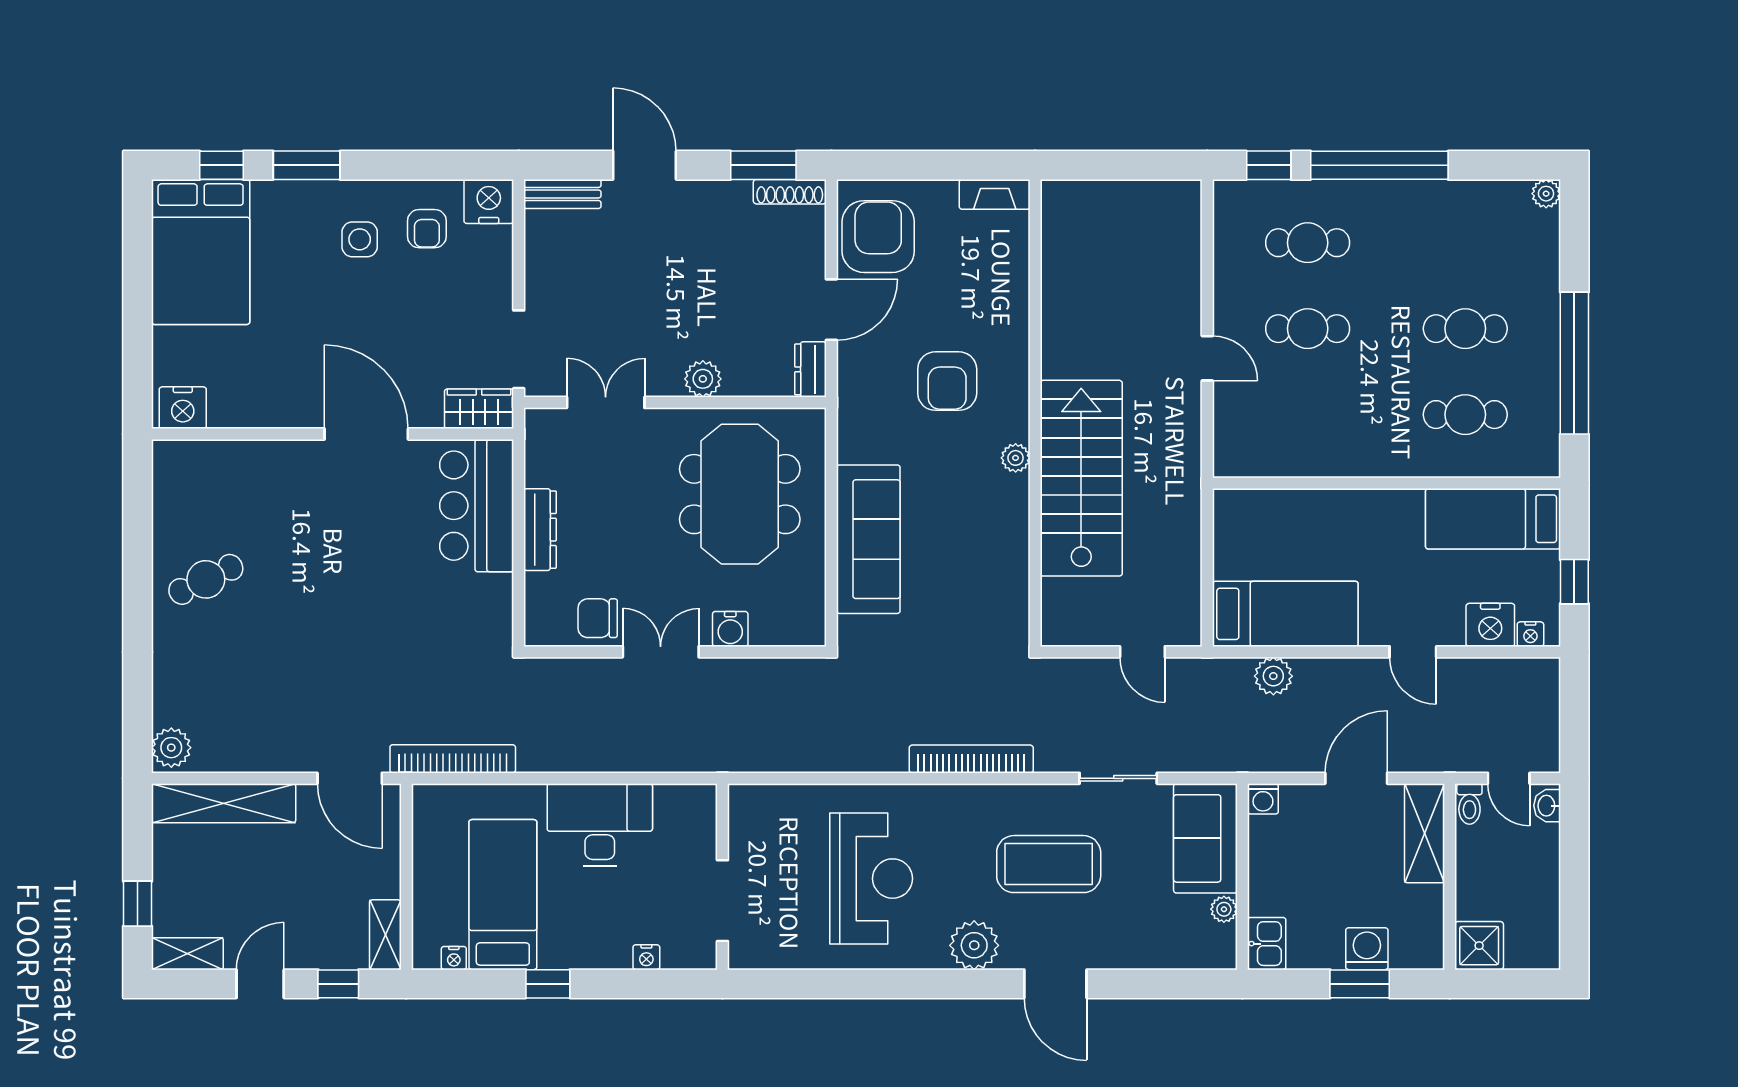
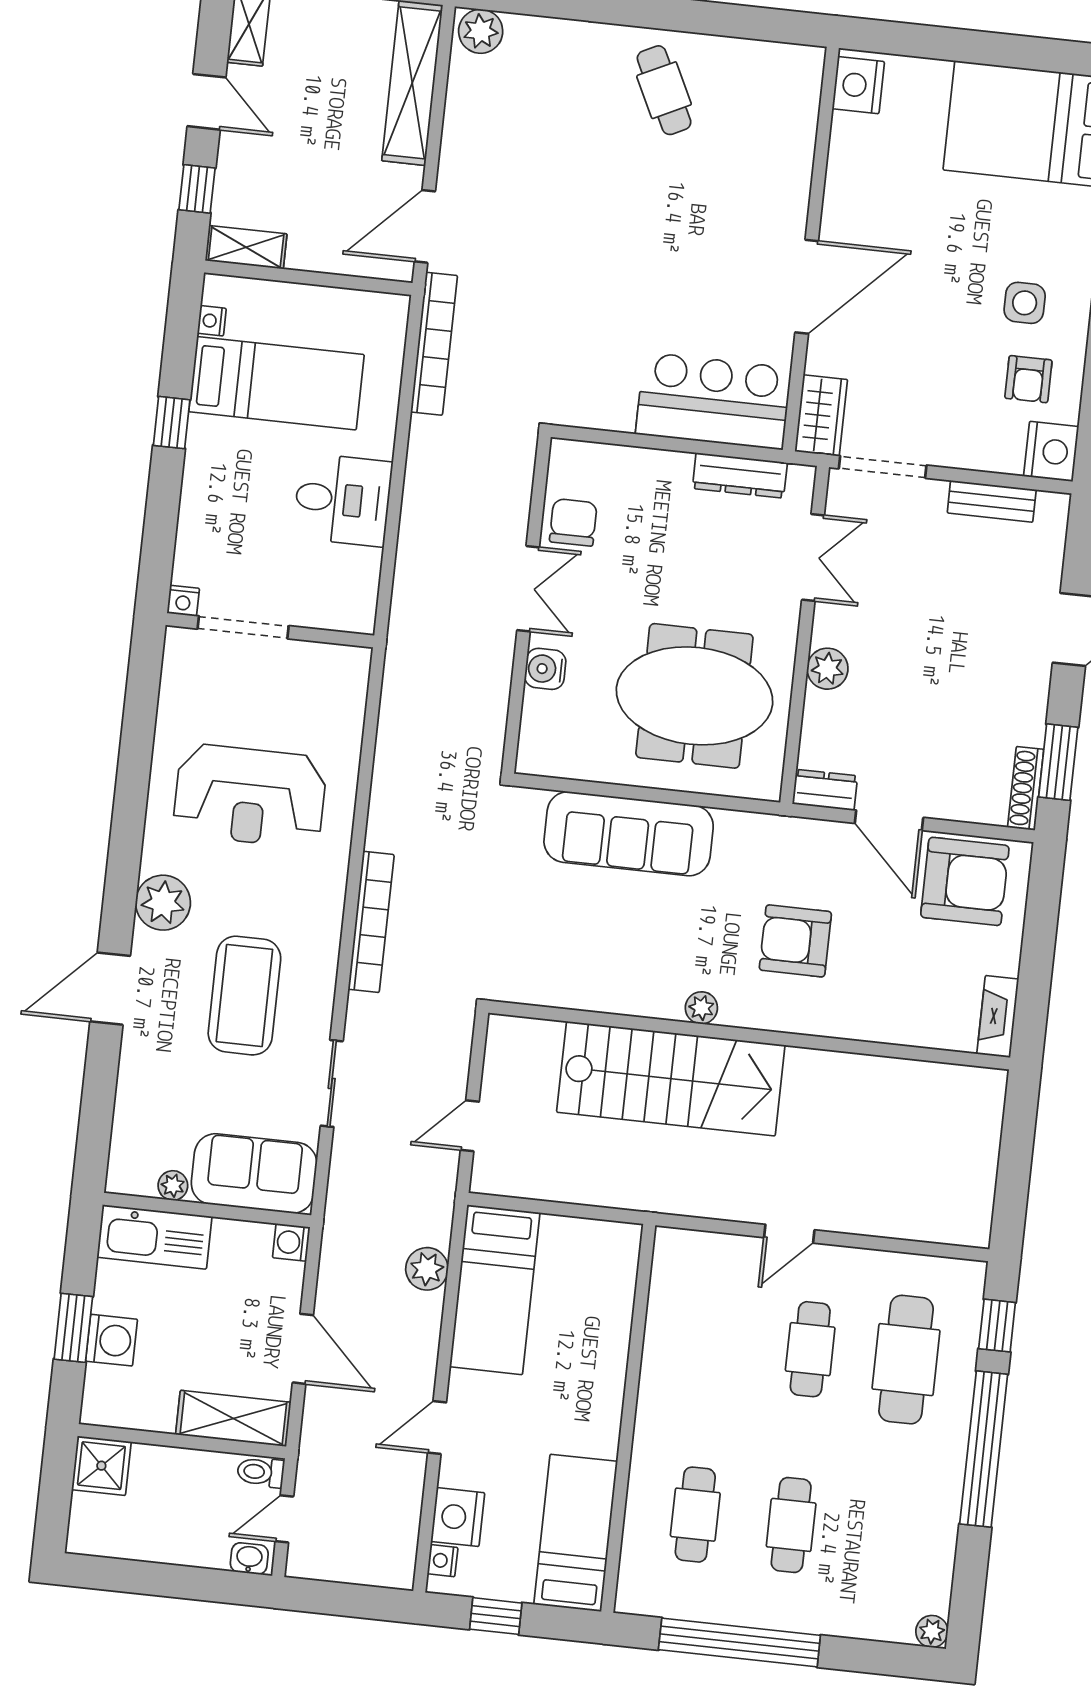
bench: (562, 194) -> (992, 501), moved, turned 90
armchair: (427, 229) -> (1028, 379), turned -90
cafe table: (1308, 243) -> (906, 1360), width x1.37, depth x1.35
dresser: (540, 530) -> (740, 475), moved
desk: (600, 825) -> (343, 500), width x0.73
kitchen sink: (1267, 944) -> (154, 1237), width x1.87, depth x1.24
nightstand: (646, 957) -> (183, 601), moved, turned -90

